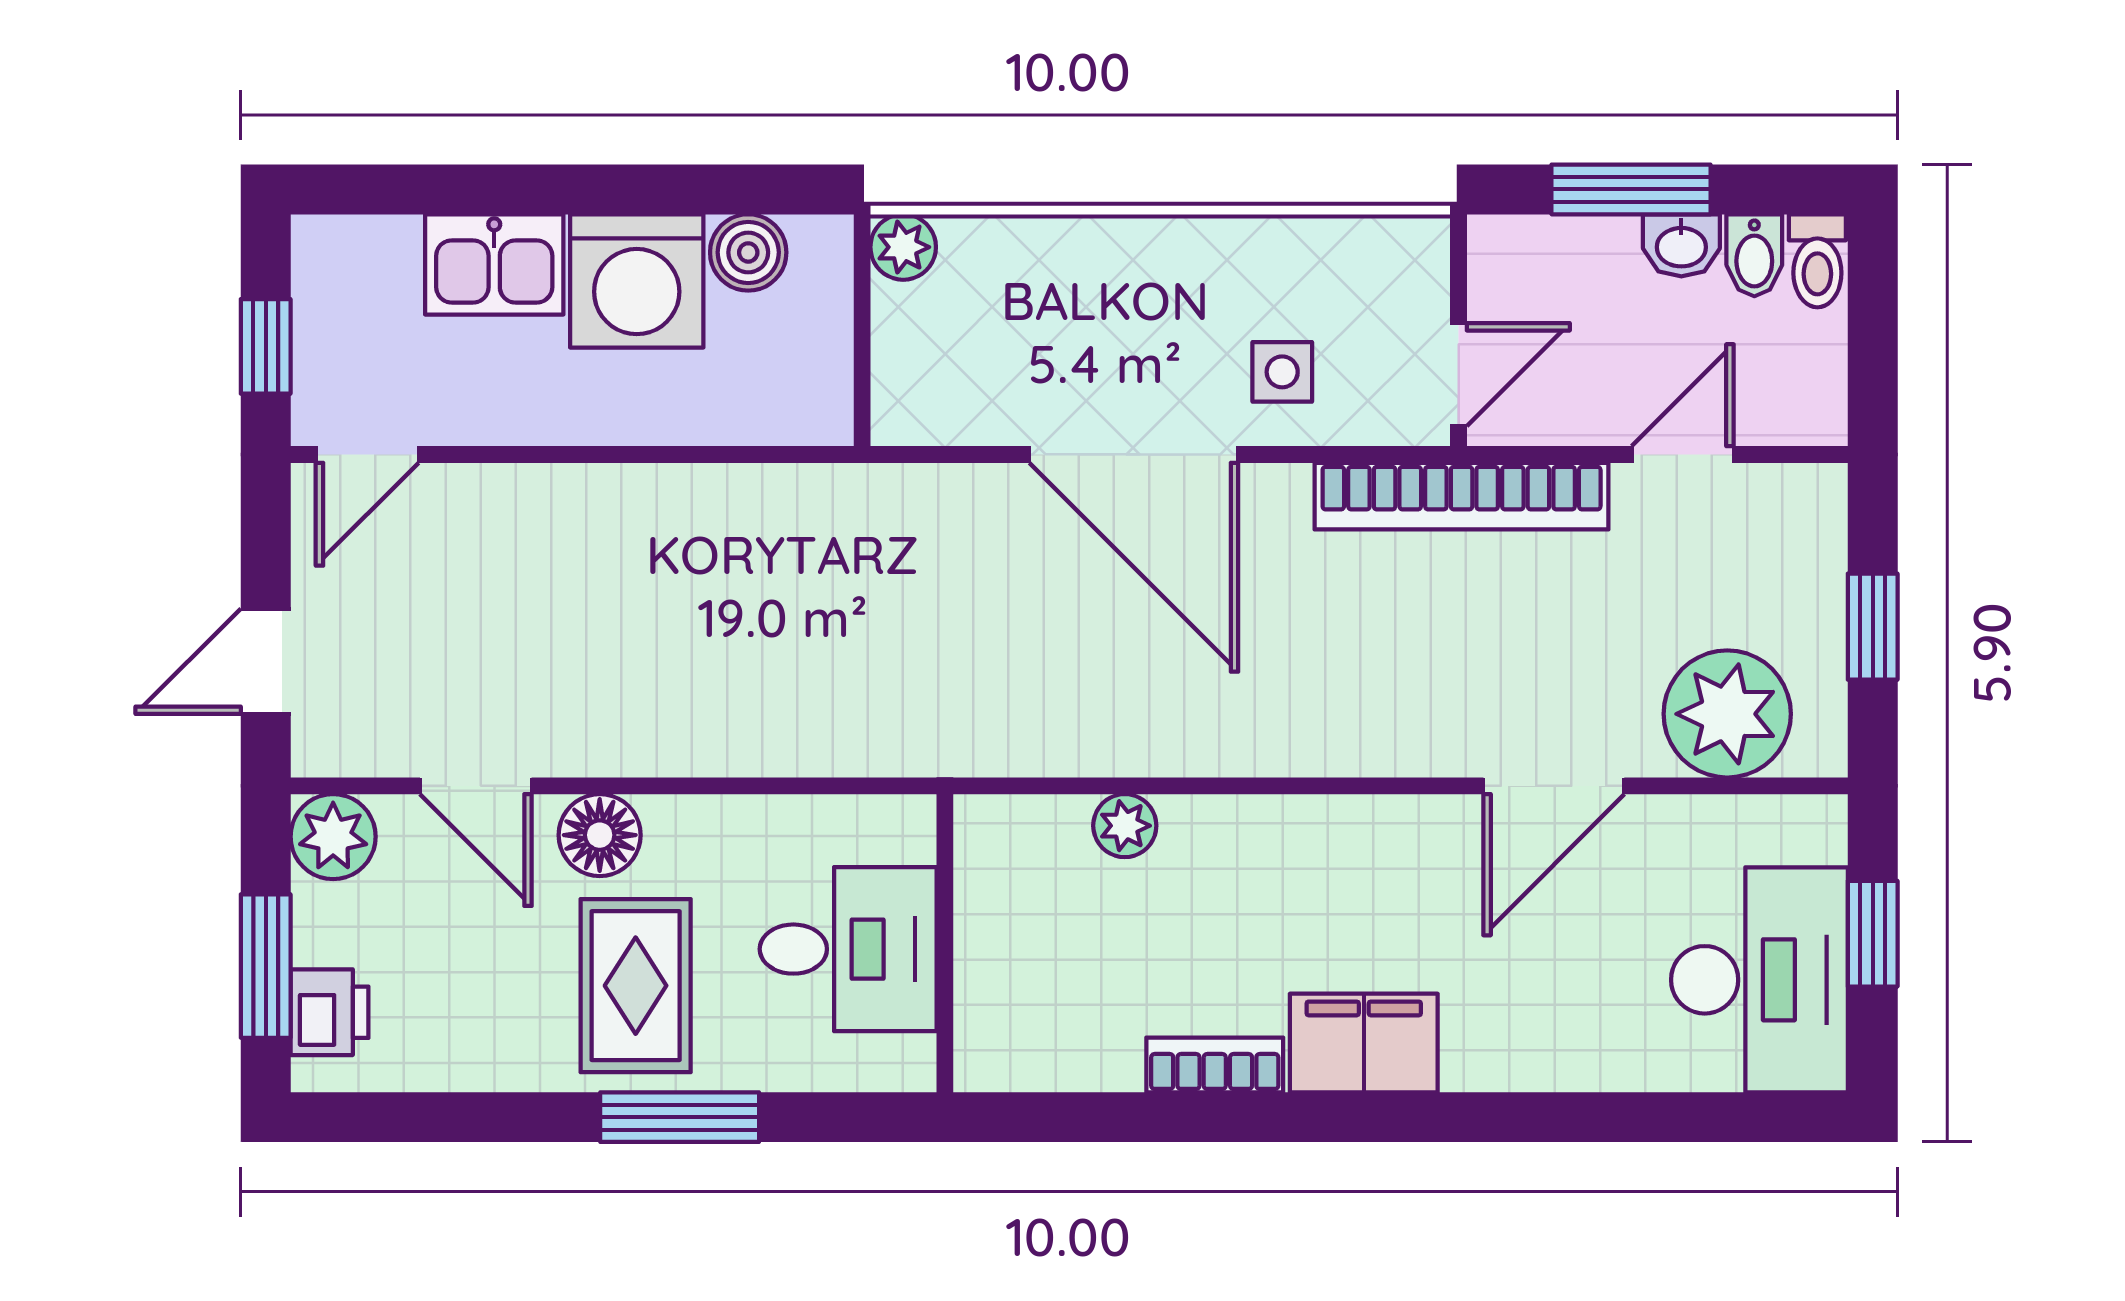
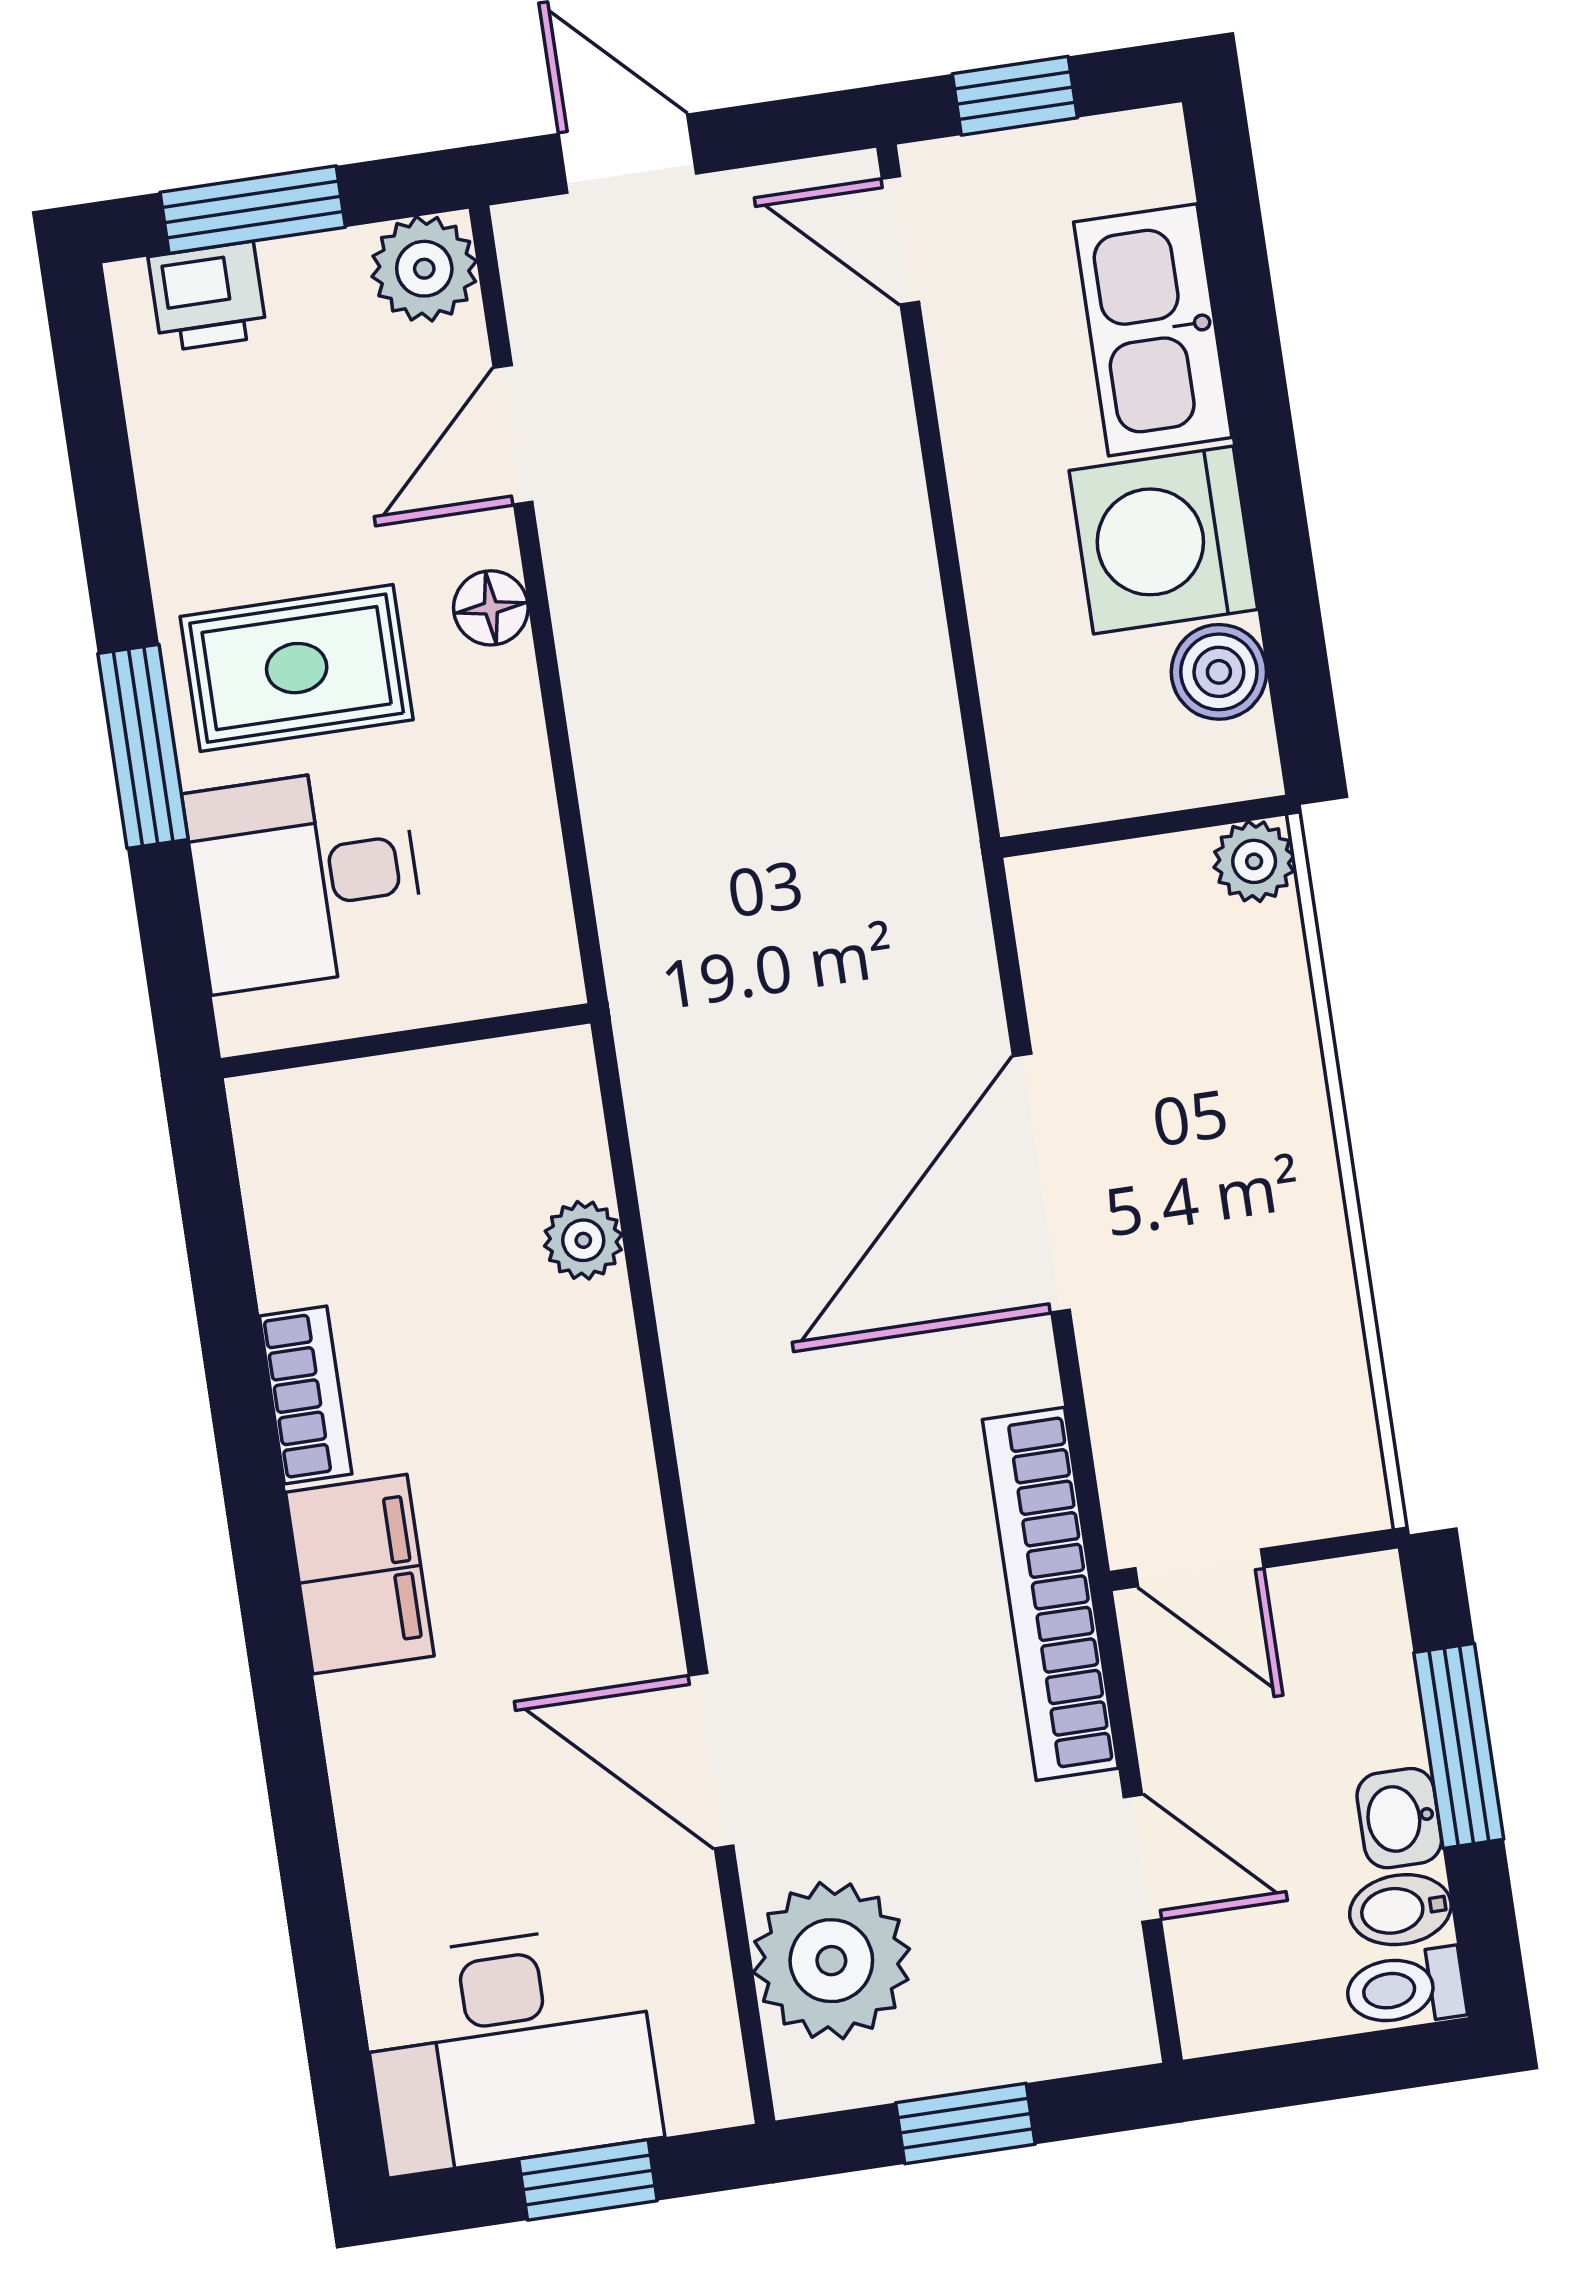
kitchen sink: (494, 264) -> (1153, 330), width x1.38
side table: (1282, 372) -> (1170, 1350), removed
floor lamp: (600, 835) -> (491, 608), width x0.73, depth x0.73
desk: (848, 949) -> (305, 879), moved, turned 90

